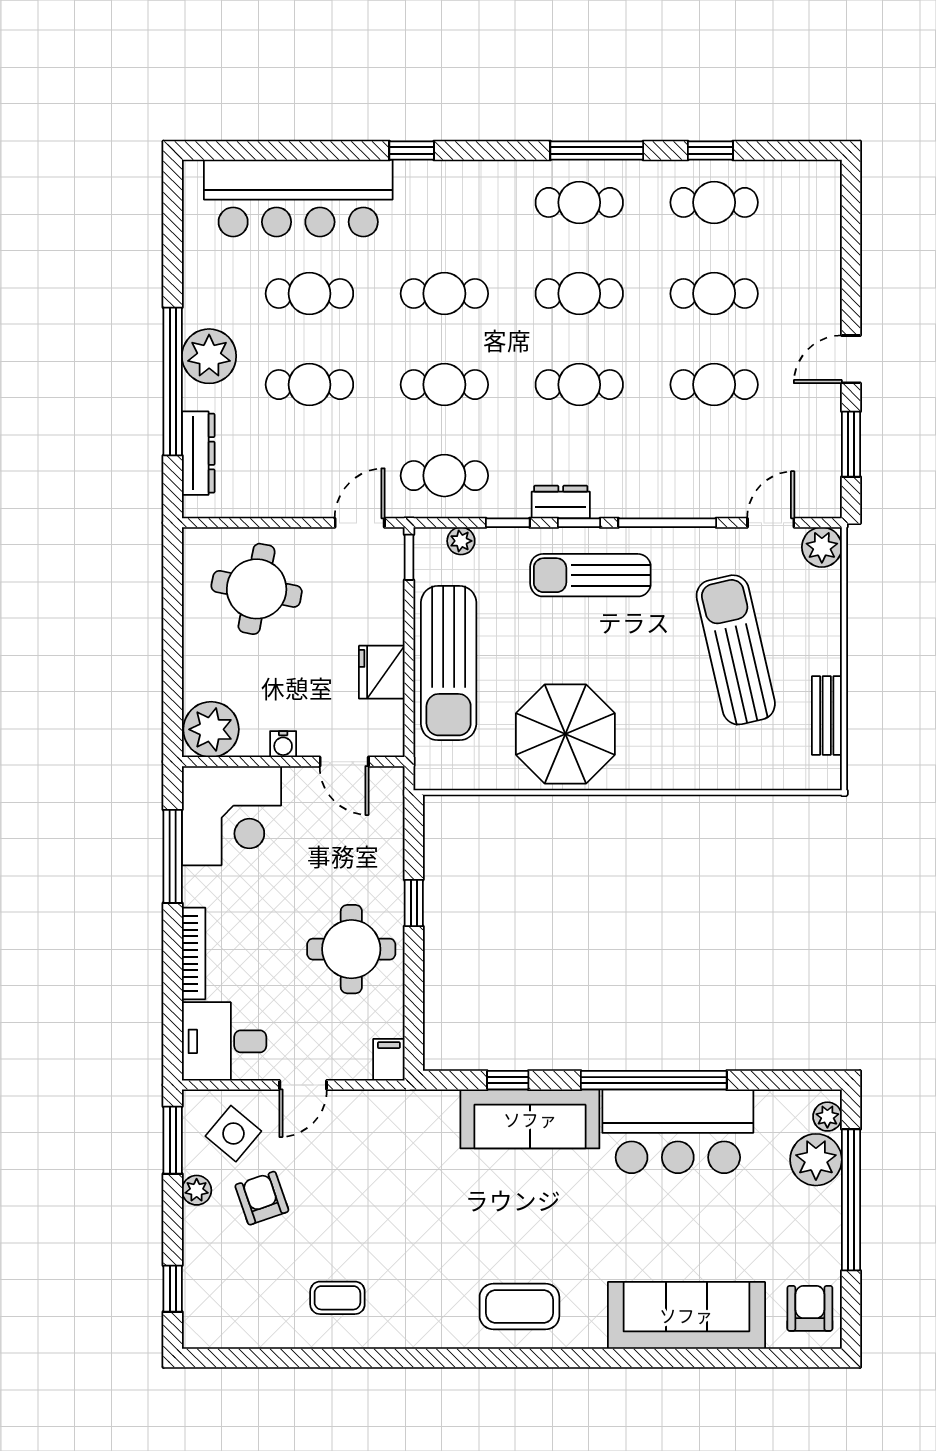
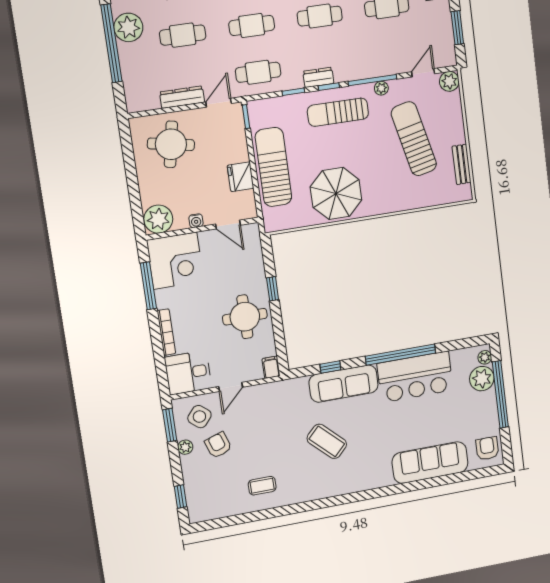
dresser: (198, 453) -> (182, 97), moved, turned -90
plant: (461, 541) -> (381, 88), moved
sun lounger: (449, 663) -> (273, 167), turned 180
coffee table: (519, 1306) -> (327, 441), moved, turned 44

